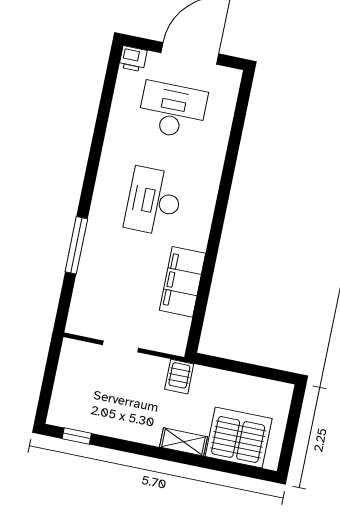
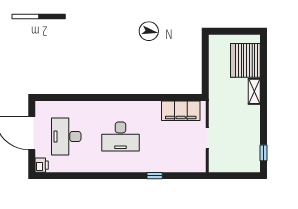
window: (76, 245) -> (155, 176), width x0.46
filing cabinet: (183, 282) -> (181, 111), moved
server rack: (179, 377) -> (218, 101), removed

